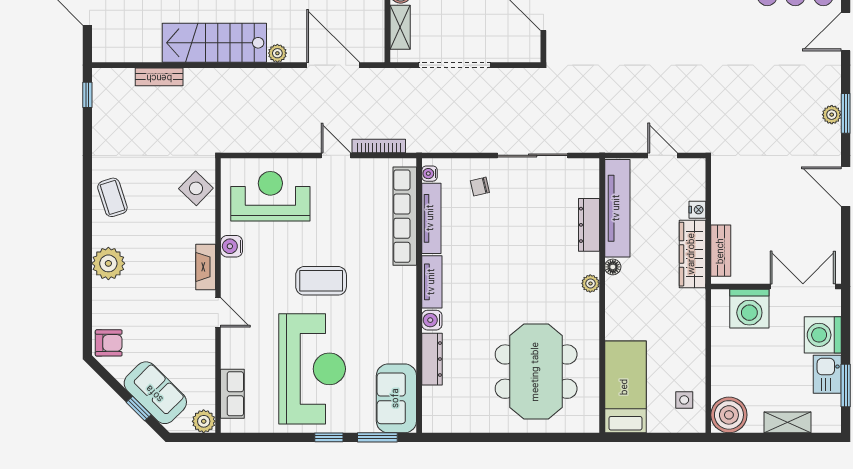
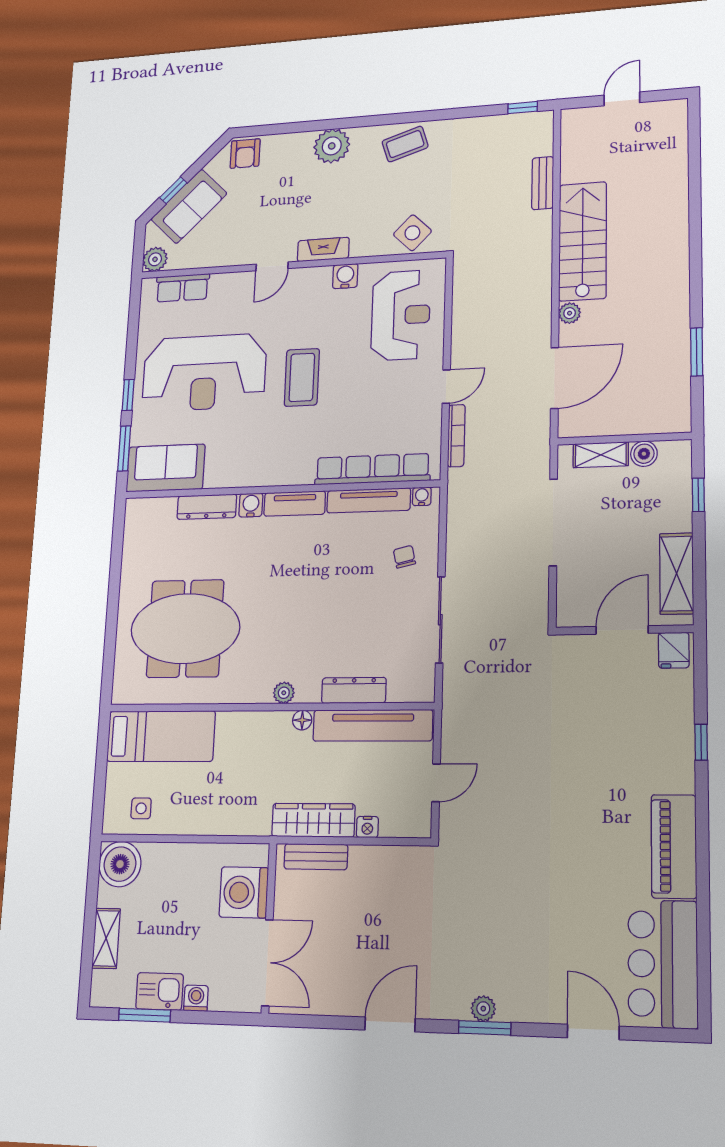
washing machine: (823, 335) -> (196, 998), width x0.53, depth x0.53

